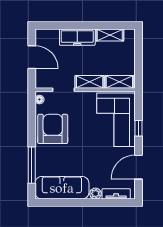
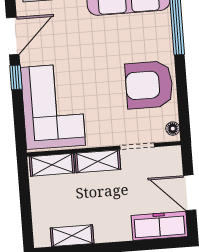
freezer: (77, 37) -> (159, 226), moved
window: (138, 128) -> (16, 77), moved
armchair: (53, 129) -> (149, 85), turned 90

